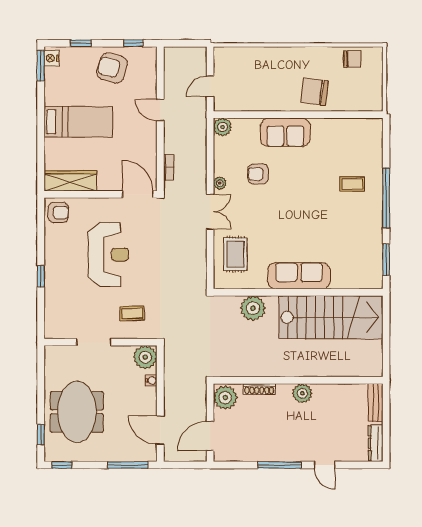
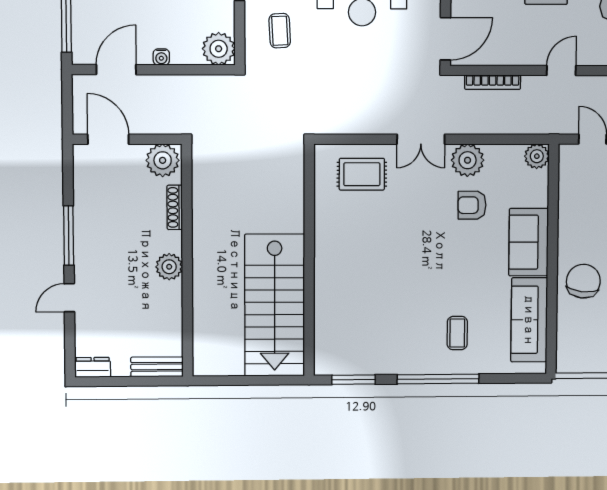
bookcase: (169, 167) -> (493, 82), width x1.56
armchair: (258, 174) -> (472, 205), turned -90
plant: (220, 183) -> (468, 160), width x1.87, depth x1.87
sofa: (299, 276) -> (529, 320), moved, turned 180
plant: (253, 308) -> (287, 198), removed
water cooler: (151, 380) -> (161, 57), moved
dresser: (376, 443) -> (93, 367), width x0.70

